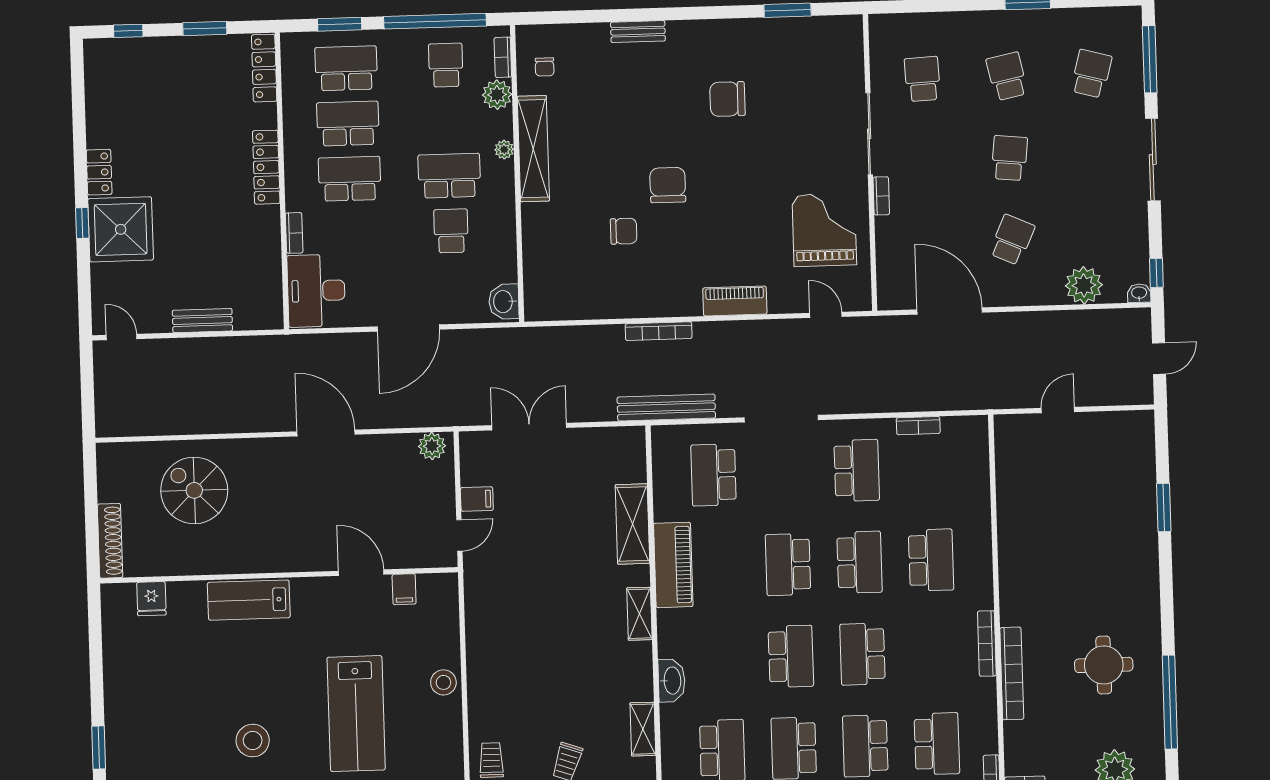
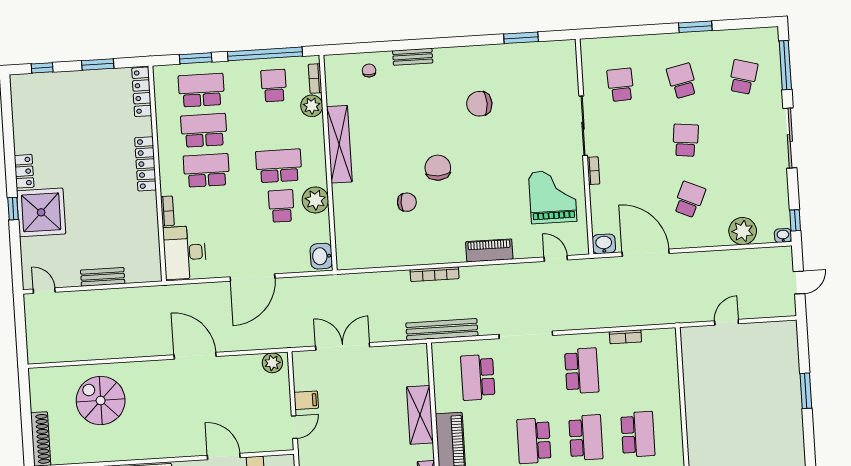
chair: (545, 67) -> (369, 70), moved, turned 180
plant: (504, 150) -> (315, 200), moved, width x1.88, depth x1.88
washbasin: (893, 297) -> (604, 244), added

